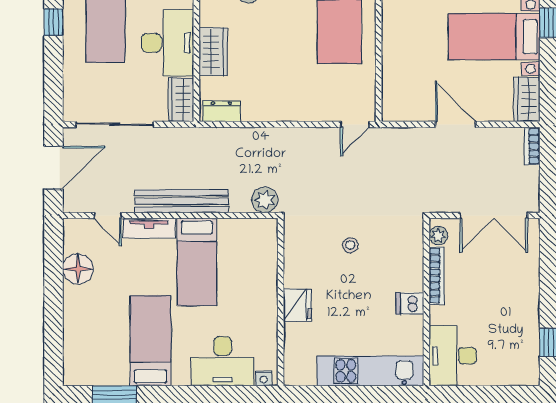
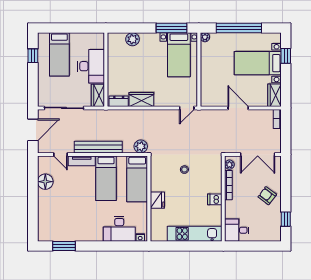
wardrobe: (213, 51) -> (141, 99), moved, turned -90
armchair: (512, 296) -> (267, 196), added
bed: (150, 341) -> (137, 179), moved, turned 180
desk: (453, 356) -> (237, 230), width x0.73

